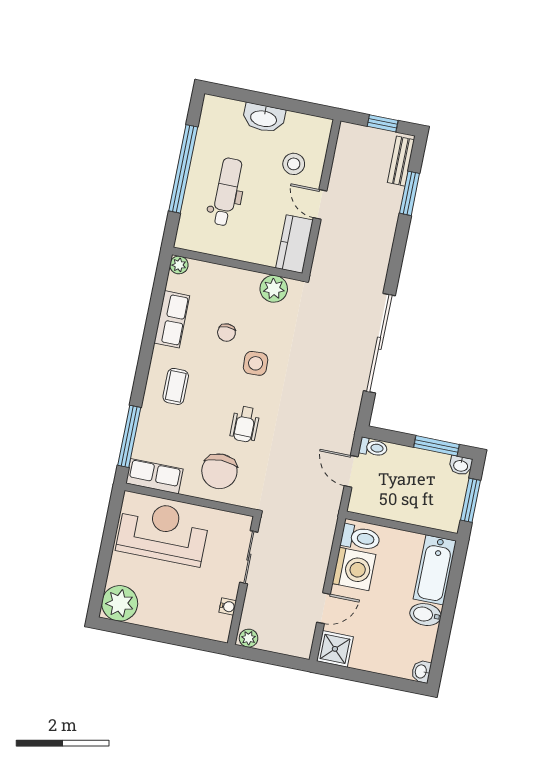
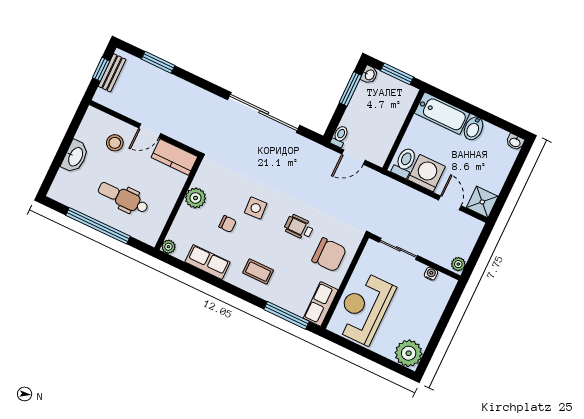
bench: (401, 161) -> (112, 73), moved, turned 90
plant: (274, 289) -> (196, 198), moved
wheelchair: (245, 424) -> (299, 227), turned 180

